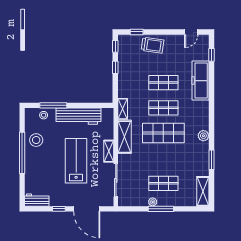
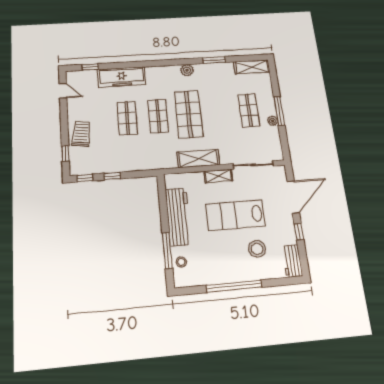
shelving: (123, 109) -> (164, 163), removed
stool: (36, 140) -> (257, 249), moved

